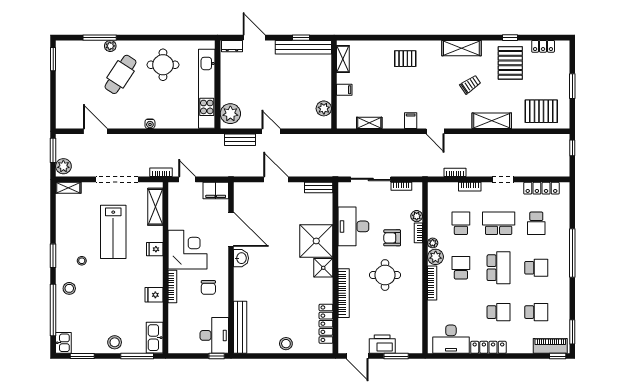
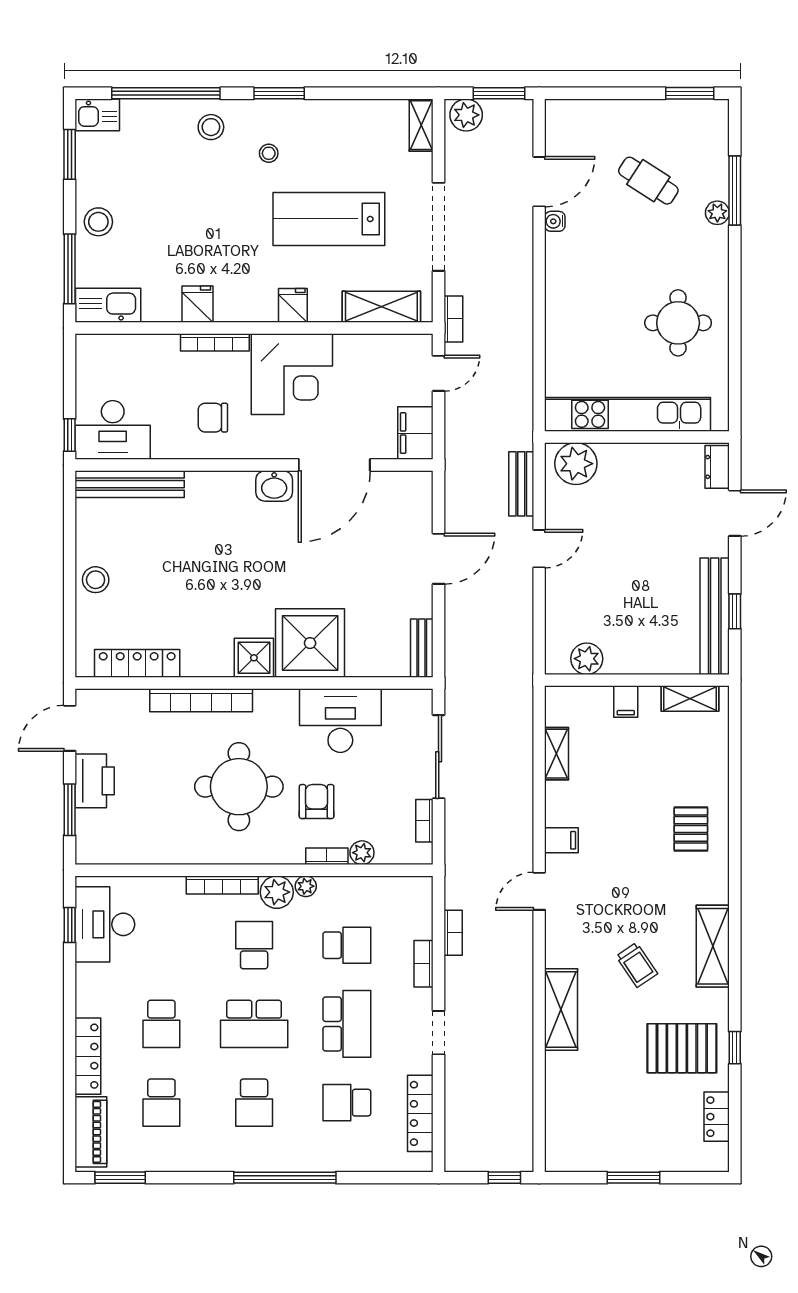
cafe table: (120, 74) -> (648, 181), moved, width x0.73, depth x0.74
pallet: (541, 111) -> (581, 1113), removed
water cooler: (150, 124) -> (555, 221), moved
school desk: (461, 268) -> (254, 945), turned -90
round table: (385, 275) -> (239, 787), width x1.36, depth x1.36
locker: (488, 347) -> (88, 1056), moved
window: (558, 356) -> (70, 925), moved

